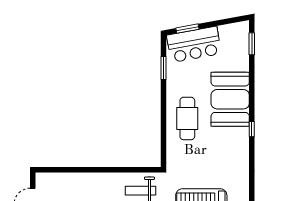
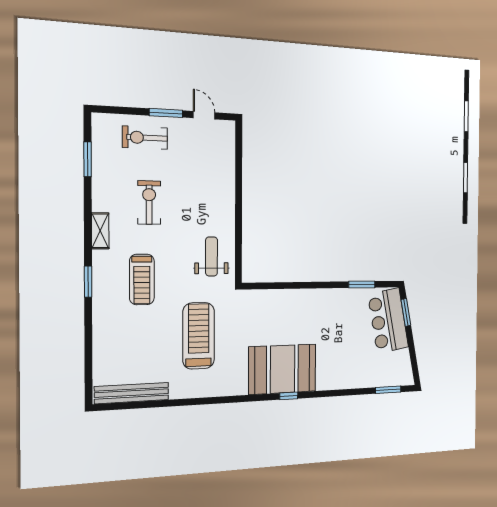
booth: (230, 99) -> (282, 369), moved
cafe table: (187, 118) -> (302, 315), removed

